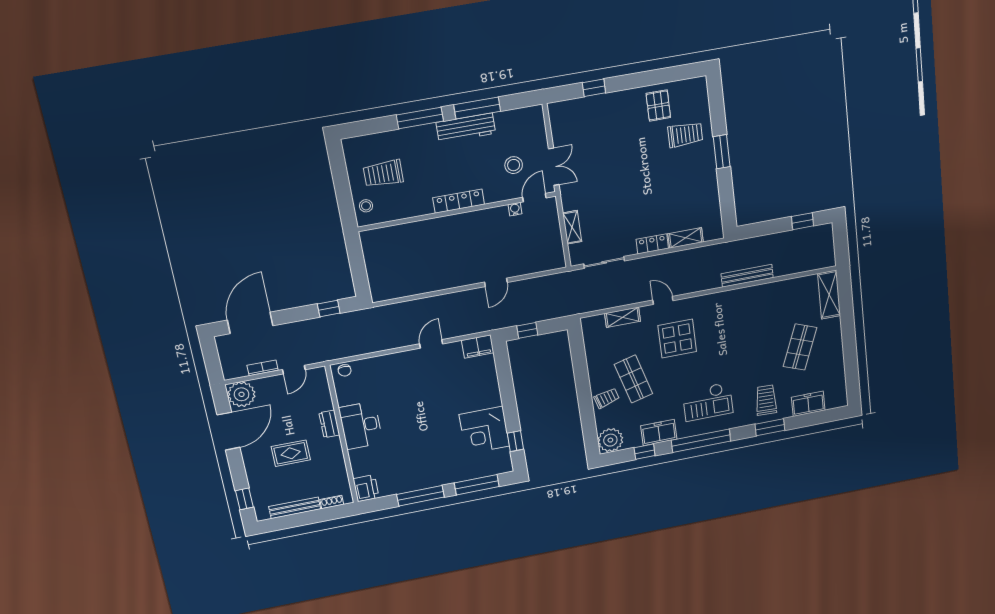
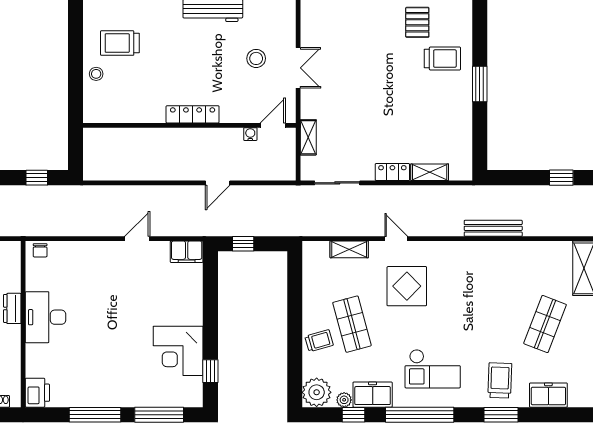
door: (534, 198) -> (273, 125), moved
locker: (459, 201) -> (193, 114), moved
water cooler: (515, 209) -> (250, 134), moved
wall: (457, 212) -> (189, 125), moved
plant: (635, 442) -> (344, 400), added

